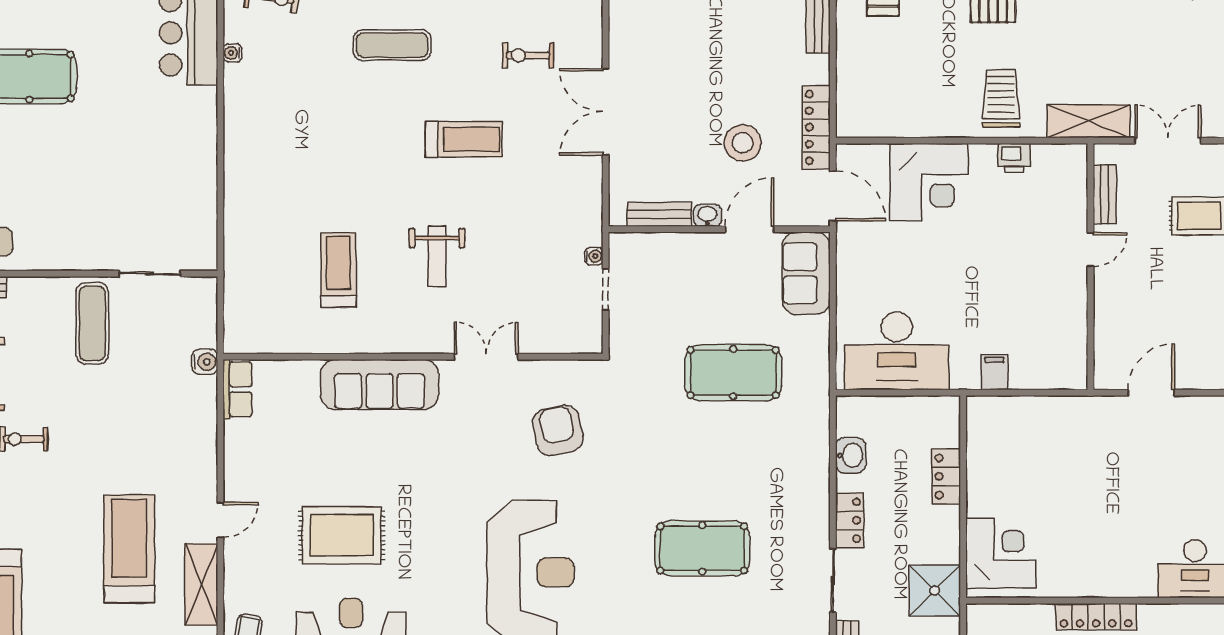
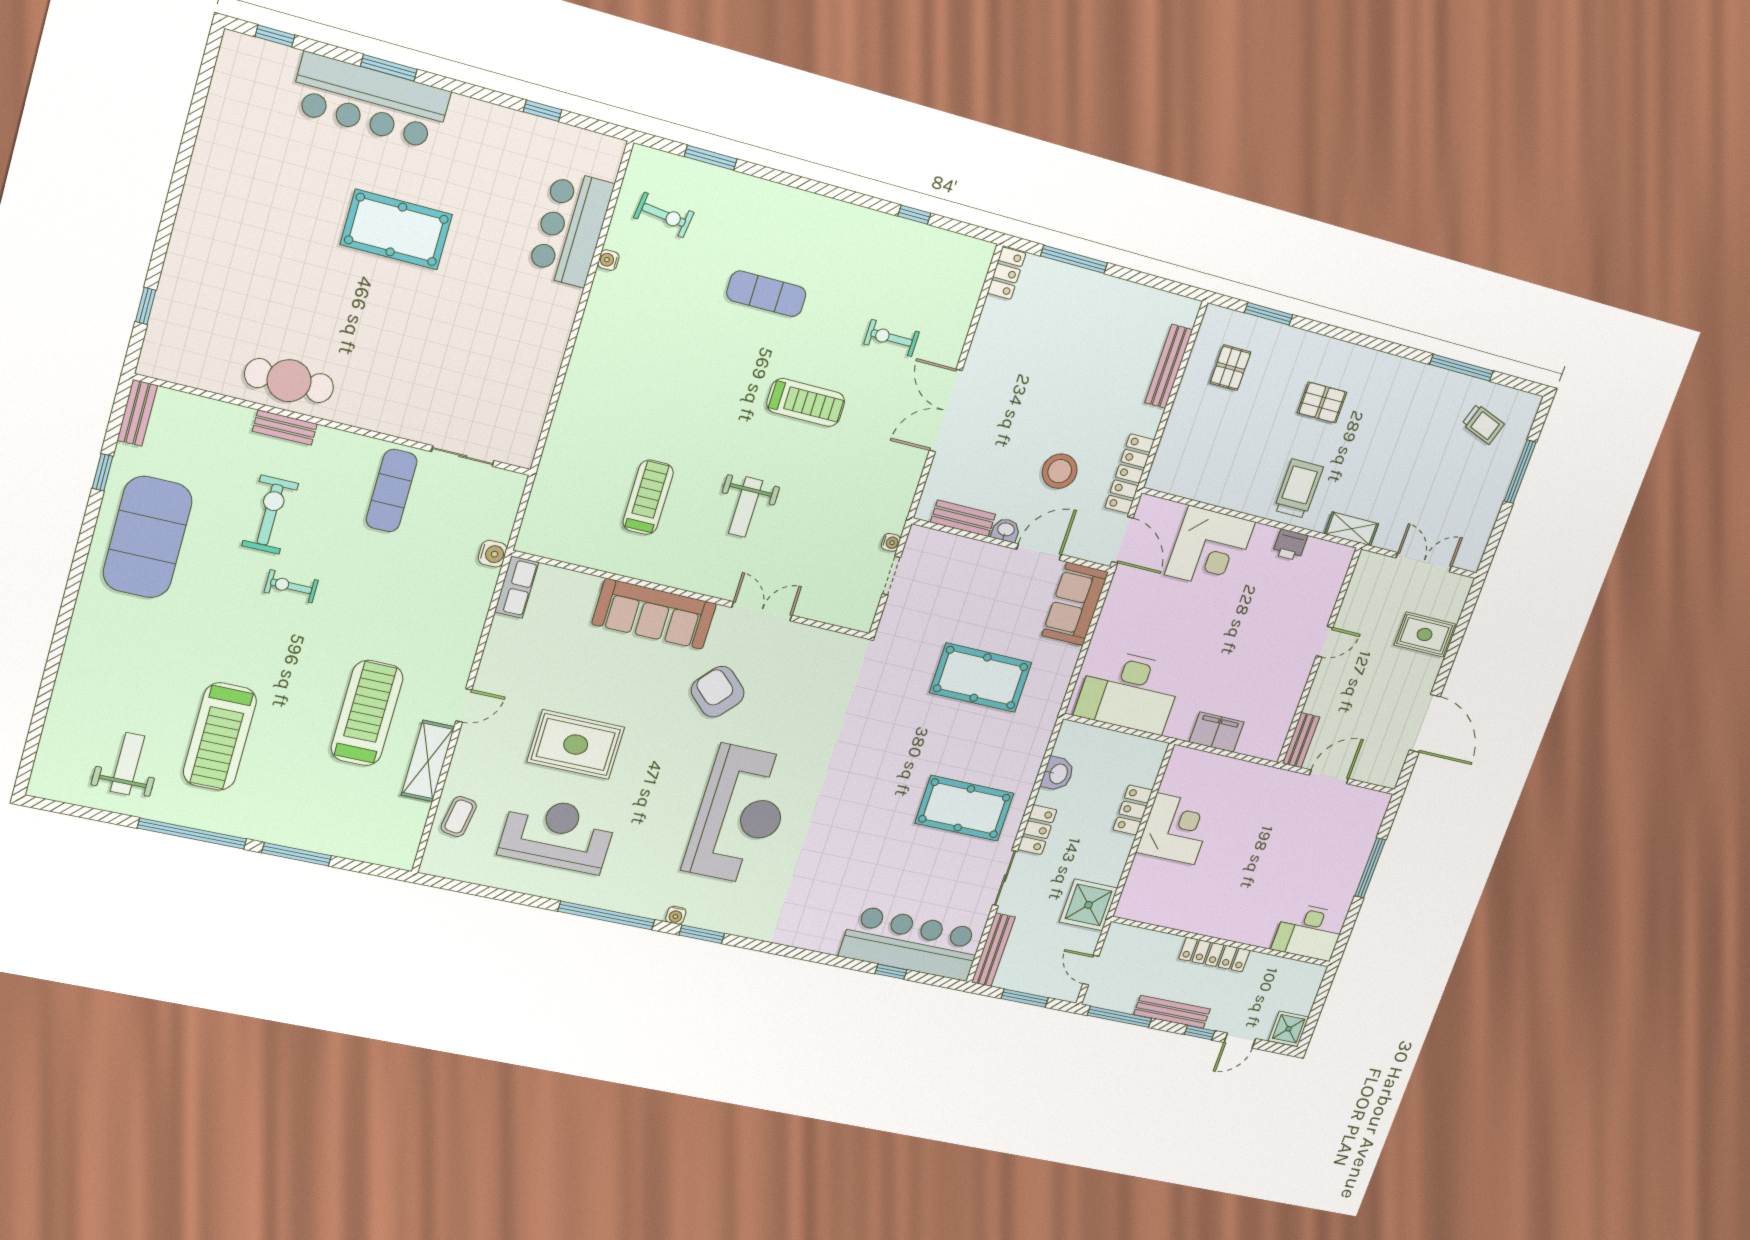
shelving: (1088, 121) -> (1352, 529), width x0.67, depth x0.75
bench: (1105, 194) -> (1301, 740), moved
filing cabinet: (994, 372) -> (1217, 732), width x2.00
armchair: (558, 430) -> (718, 692), moved, turned -36
pool table: (702, 548) -> (964, 808), moved
corner desk: (1001, 553) -> (1176, 829), moved

